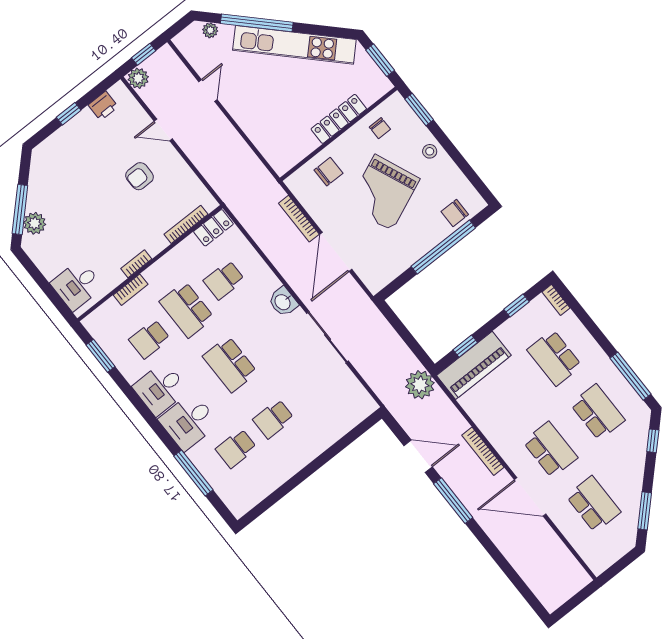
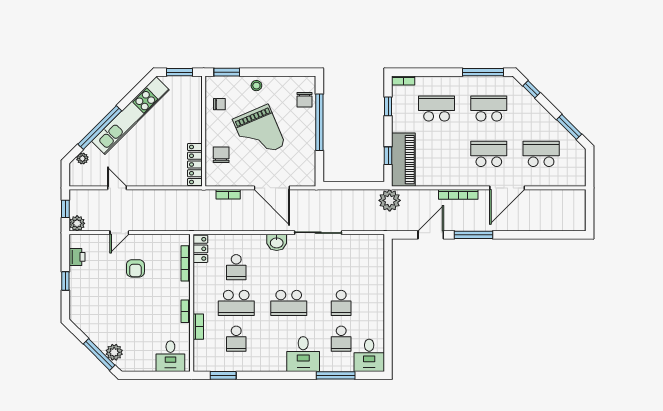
locker: (339, 119) -> (195, 165), moved
bookcase: (299, 219) -> (228, 194), width x0.64
school desk: (554, 358) -> (437, 108), turned 180
desk: (160, 389) -> (369, 355), moved

